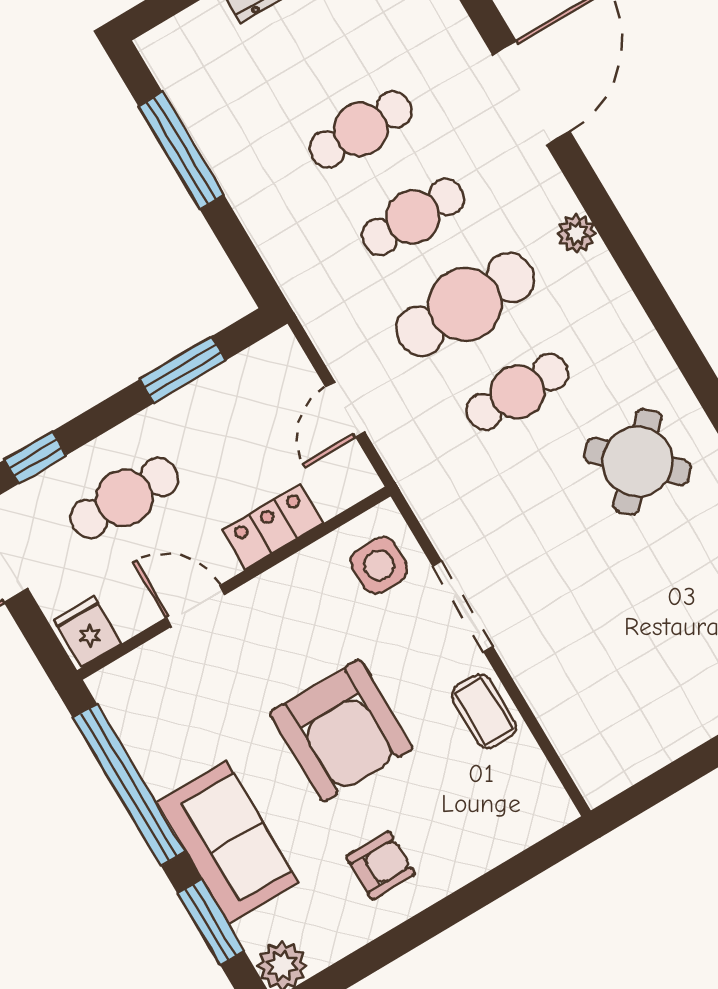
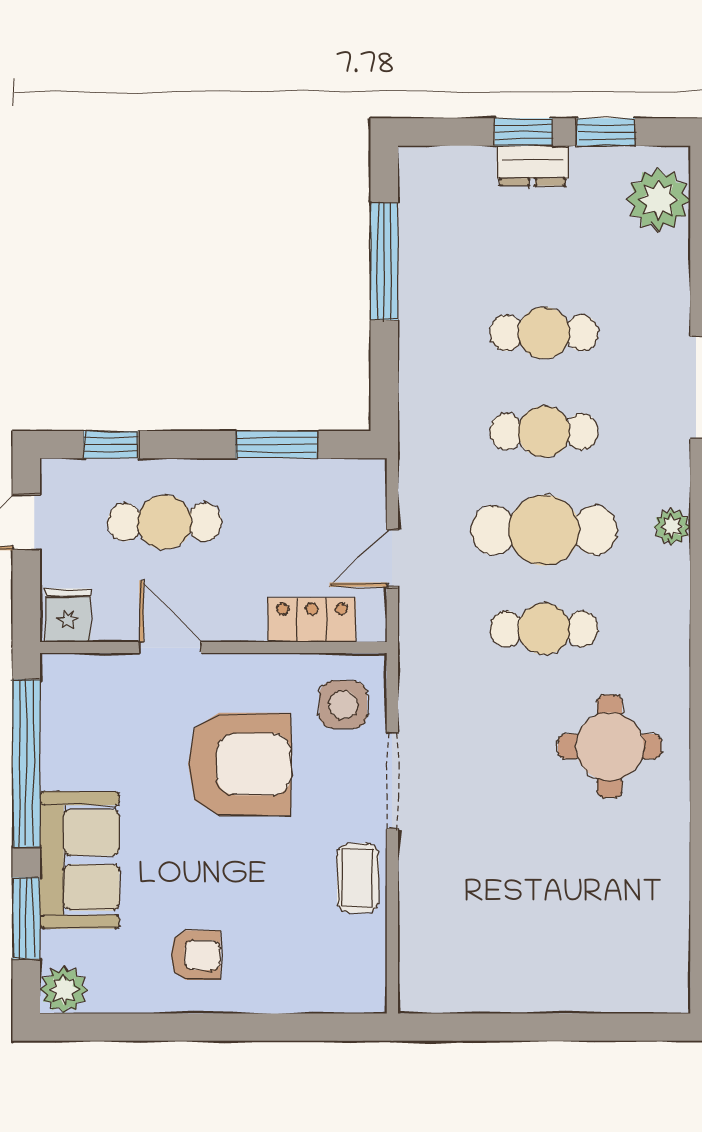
round table: (637, 461) -> (610, 746), turned 45
locker: (273, 527) -> (312, 620), moved
armchair: (341, 731) -> (240, 764), moved, turned -90

